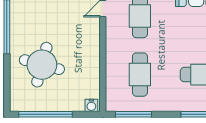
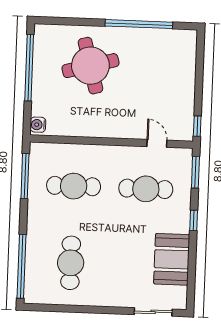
round table: (42, 65) -> (90, 66), turned -30

